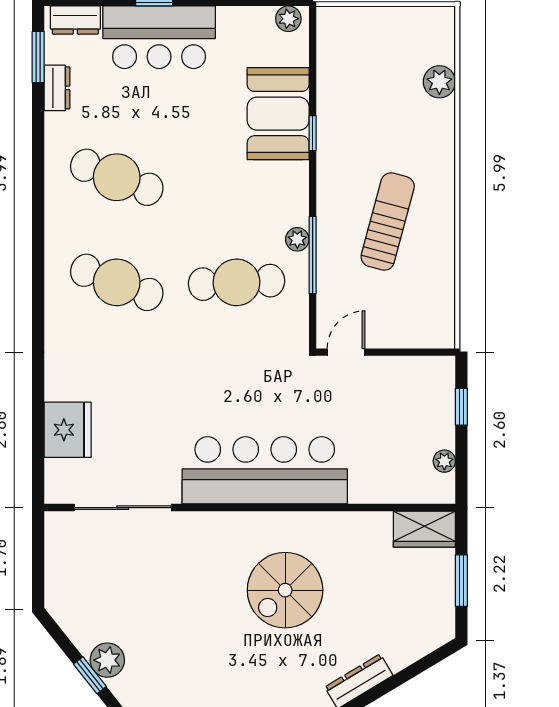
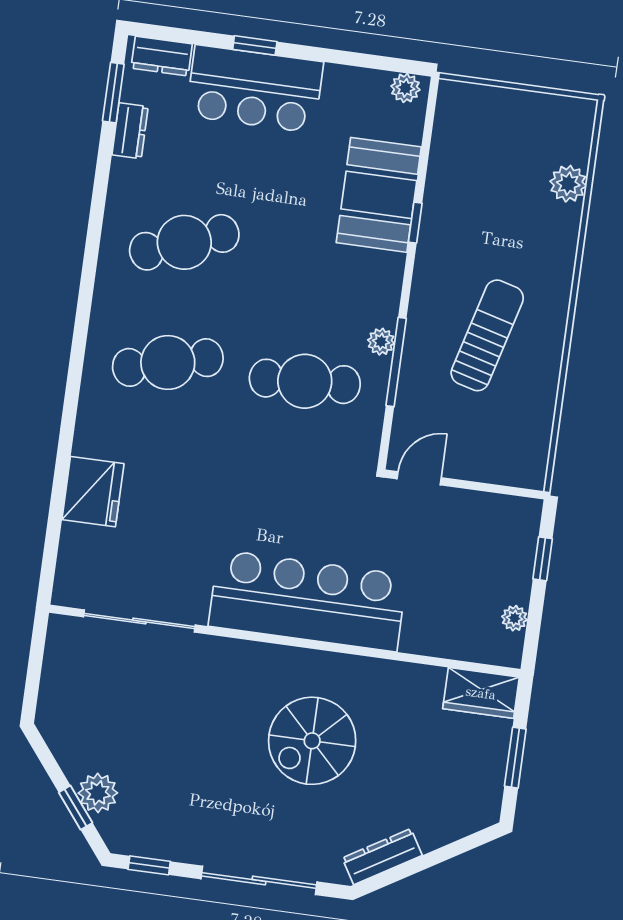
cafe table: (117, 177) -> (184, 242), turned -42
cafe table: (117, 282) -> (168, 363), turned -36
fridge: (68, 430) -> (93, 492), moved

